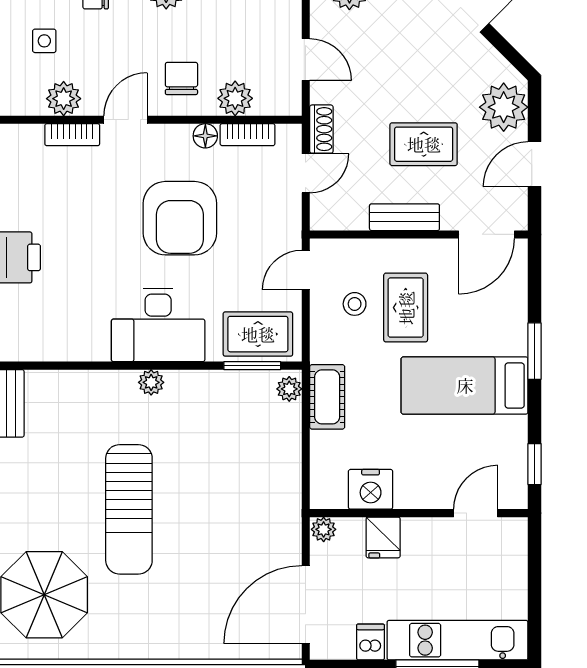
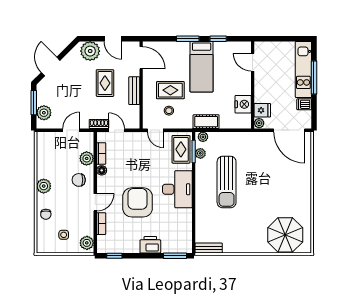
plant: (64, 99) -> (87, 243), moved
door: (126, 120) -> (95, 202), swing flipped
armchair: (180, 218) -> (138, 202), moved, turned -90
plant: (151, 382) -> (200, 153), moved
window: (535, 464) -> (218, 39), moved
sun lounger: (129, 509) -> (227, 182), moved, turned 90
fridge: (383, 537) -> (262, 110), moved

